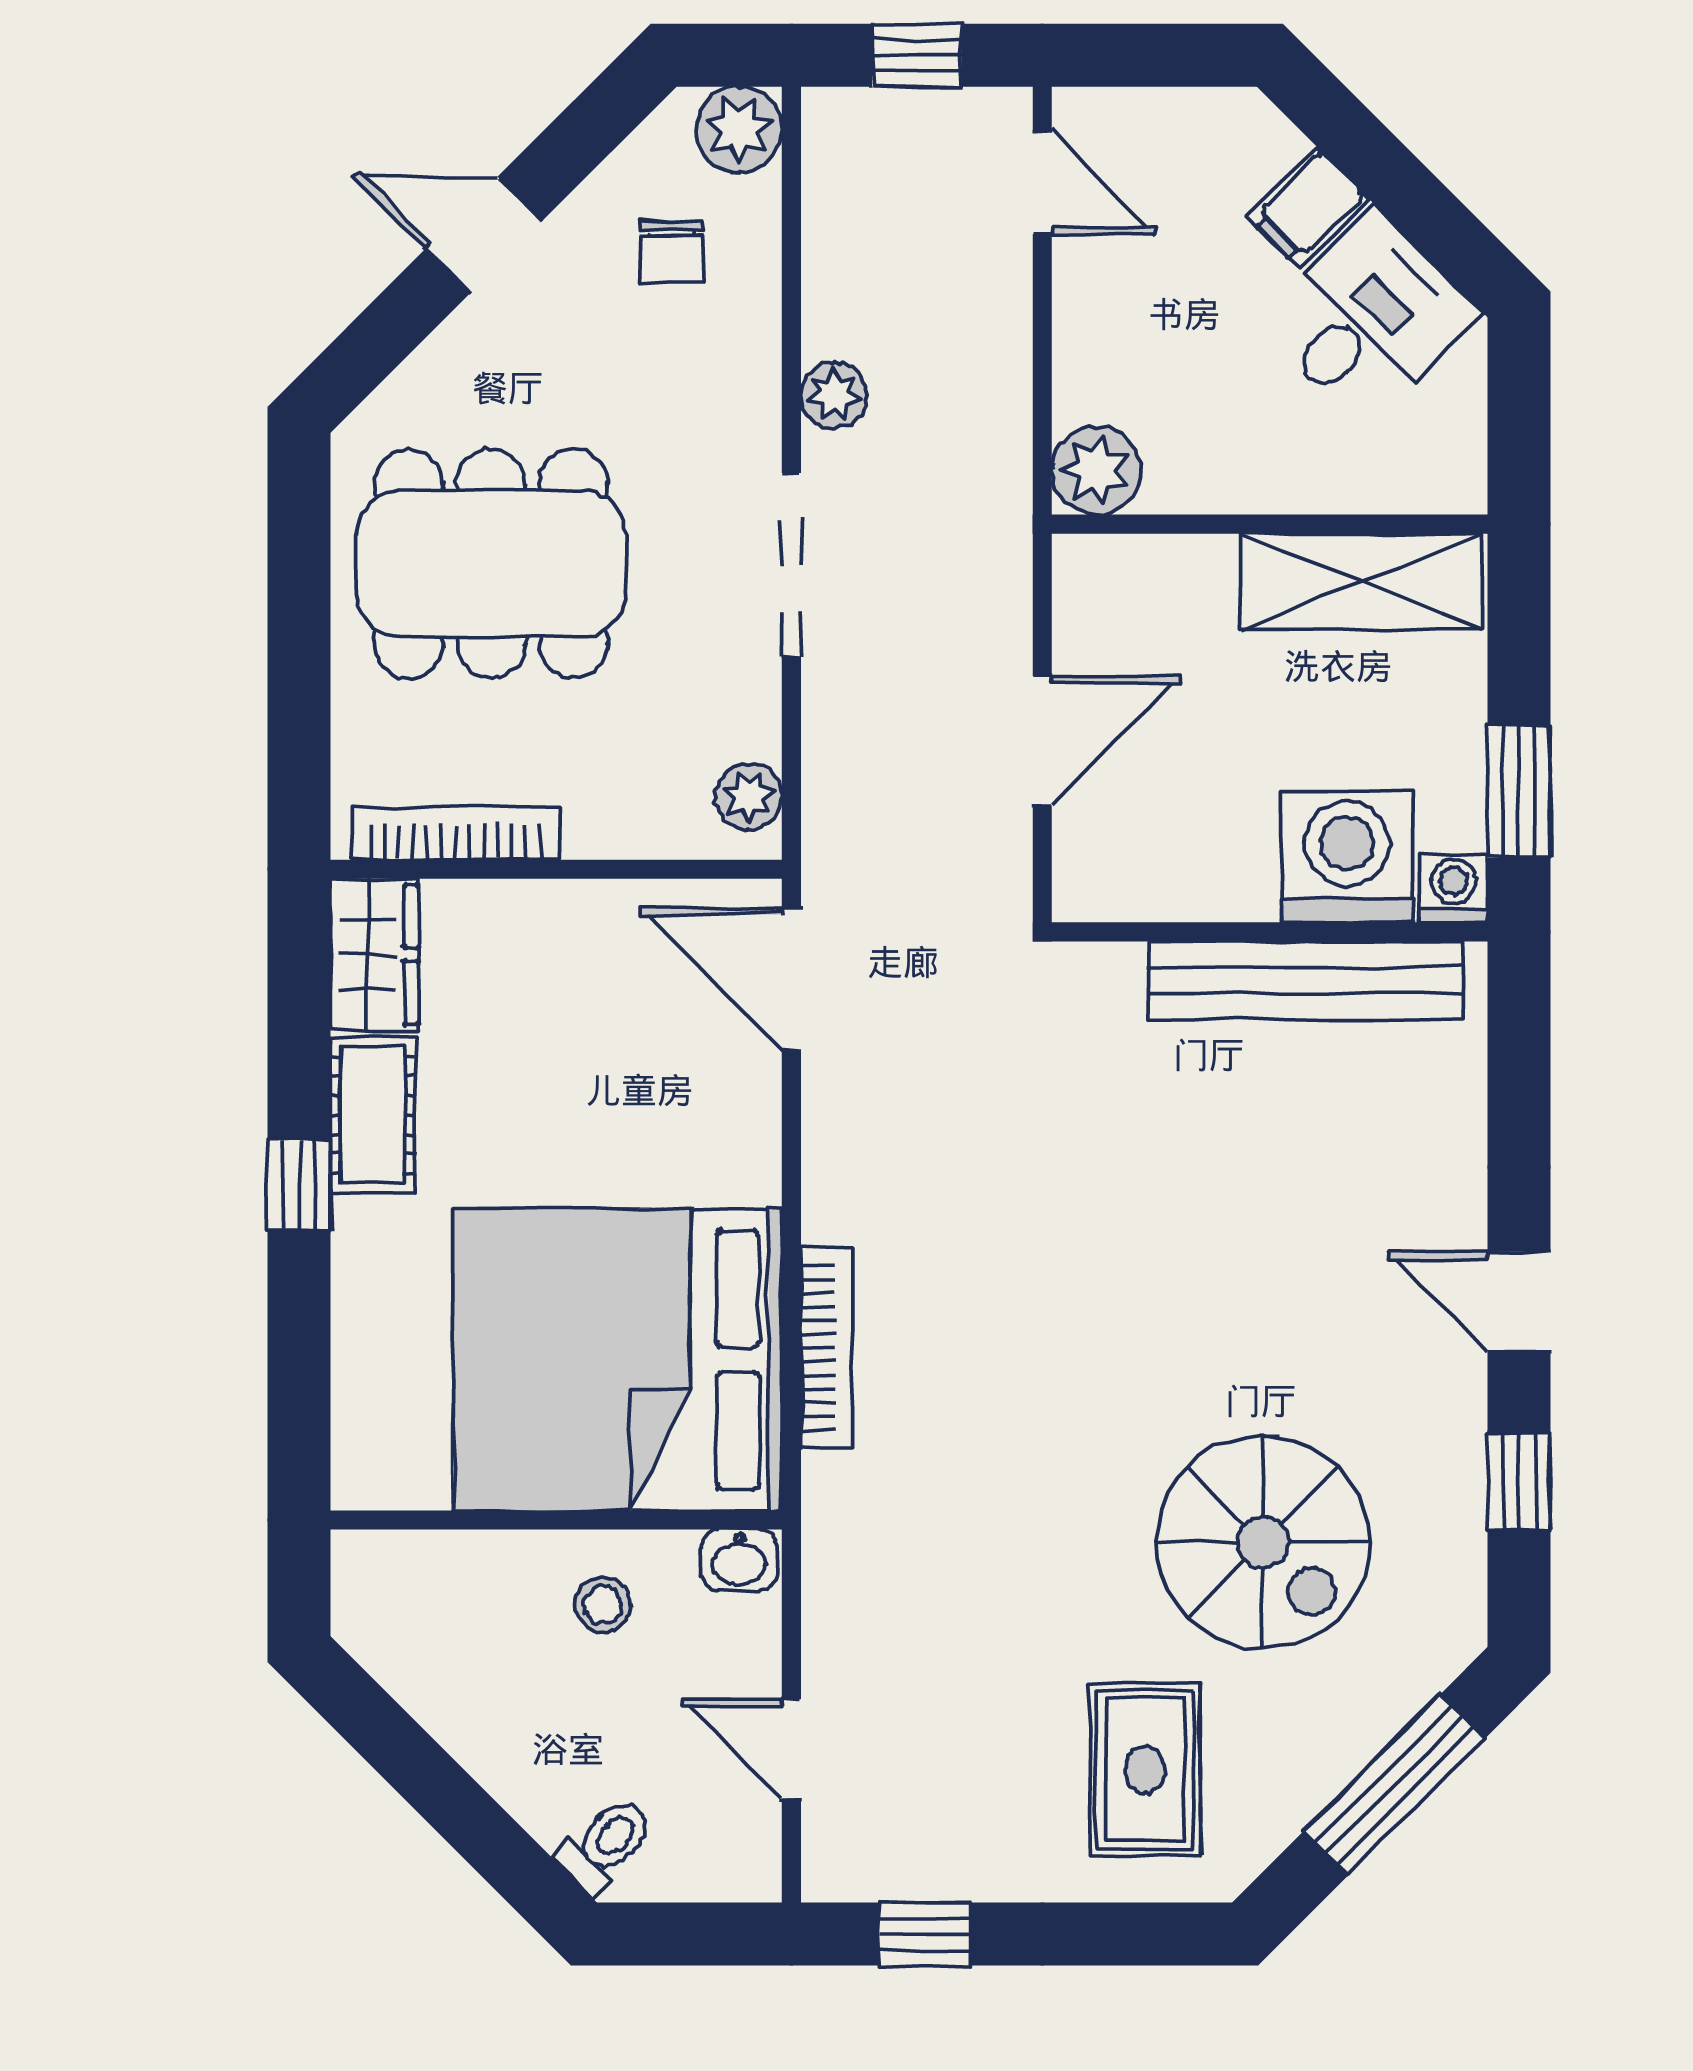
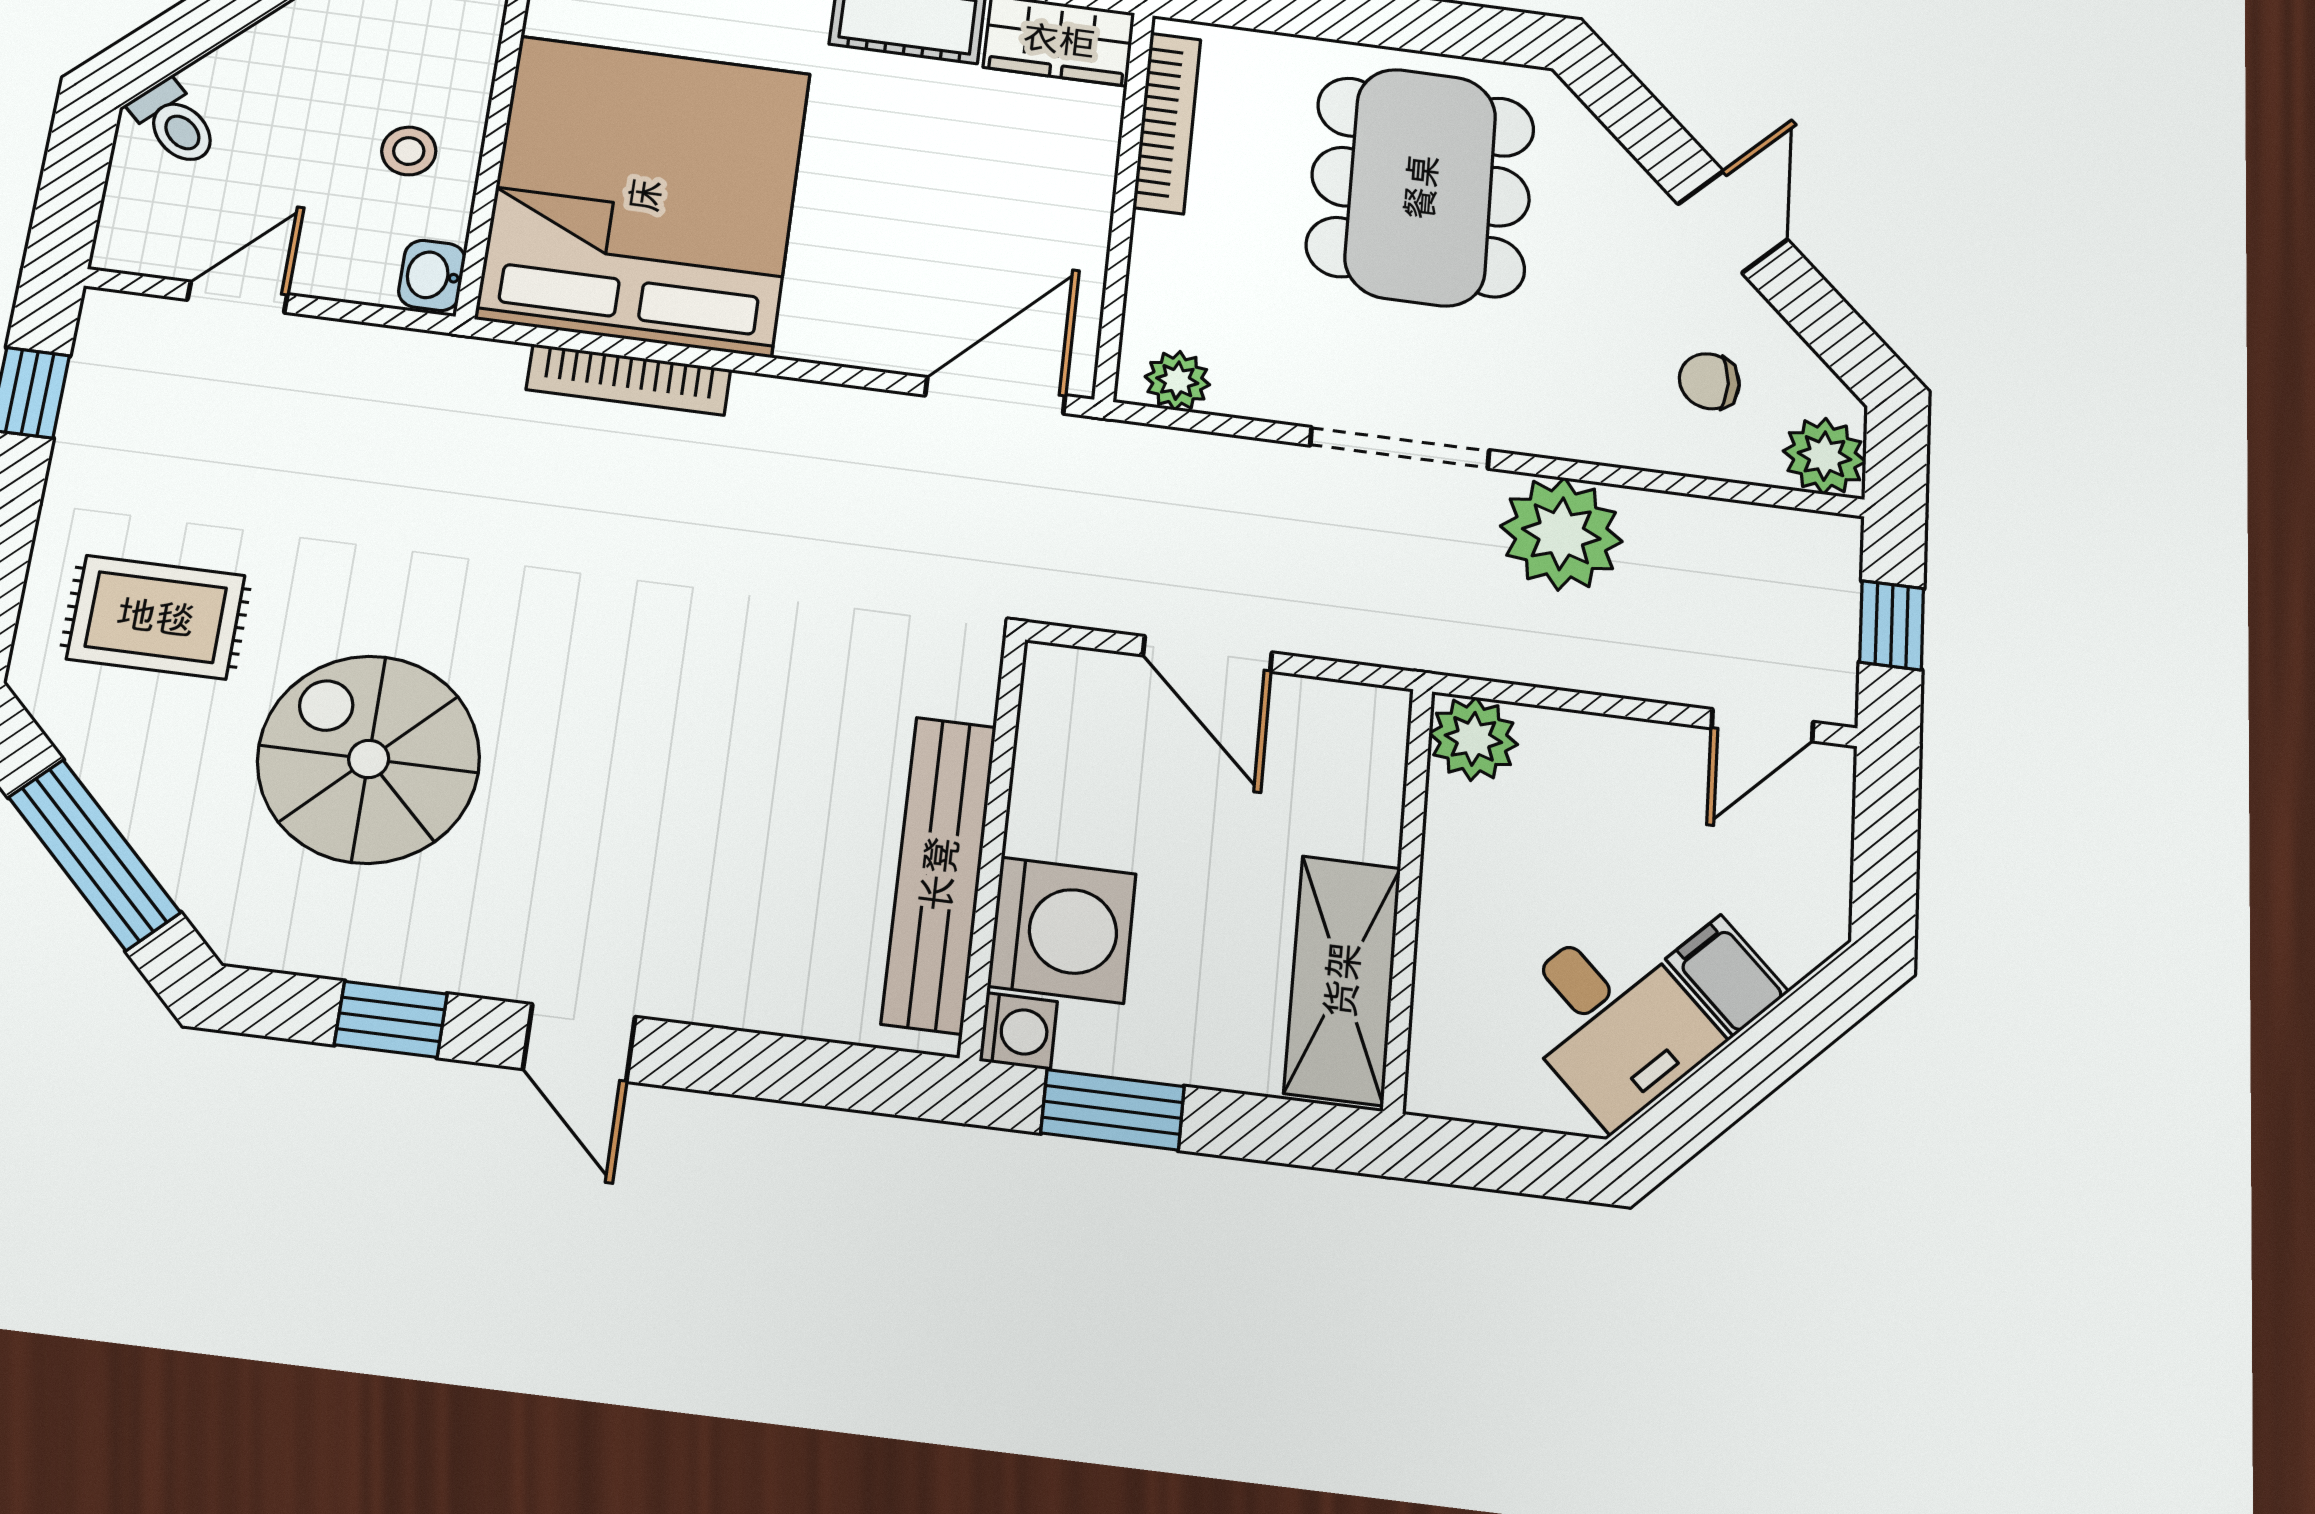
plant: (834, 395) -> (1561, 534), width x1.87, depth x1.87
door: (1519, 1302) -> (579, 1043), swing flipped
spiral stairs: (1263, 1542) -> (369, 759), turned 90

